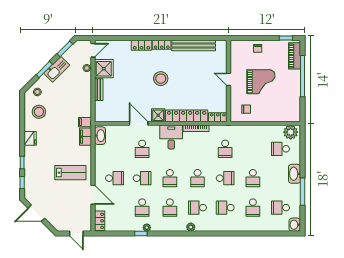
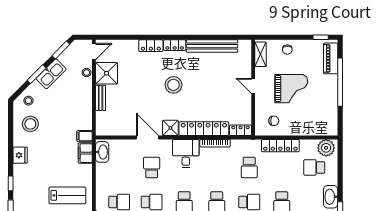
shelving: (235, 53) -> (261, 54), added
locker: (252, 130) -> (280, 146), added
school desk: (142, 149) -> (152, 167), turned 180

